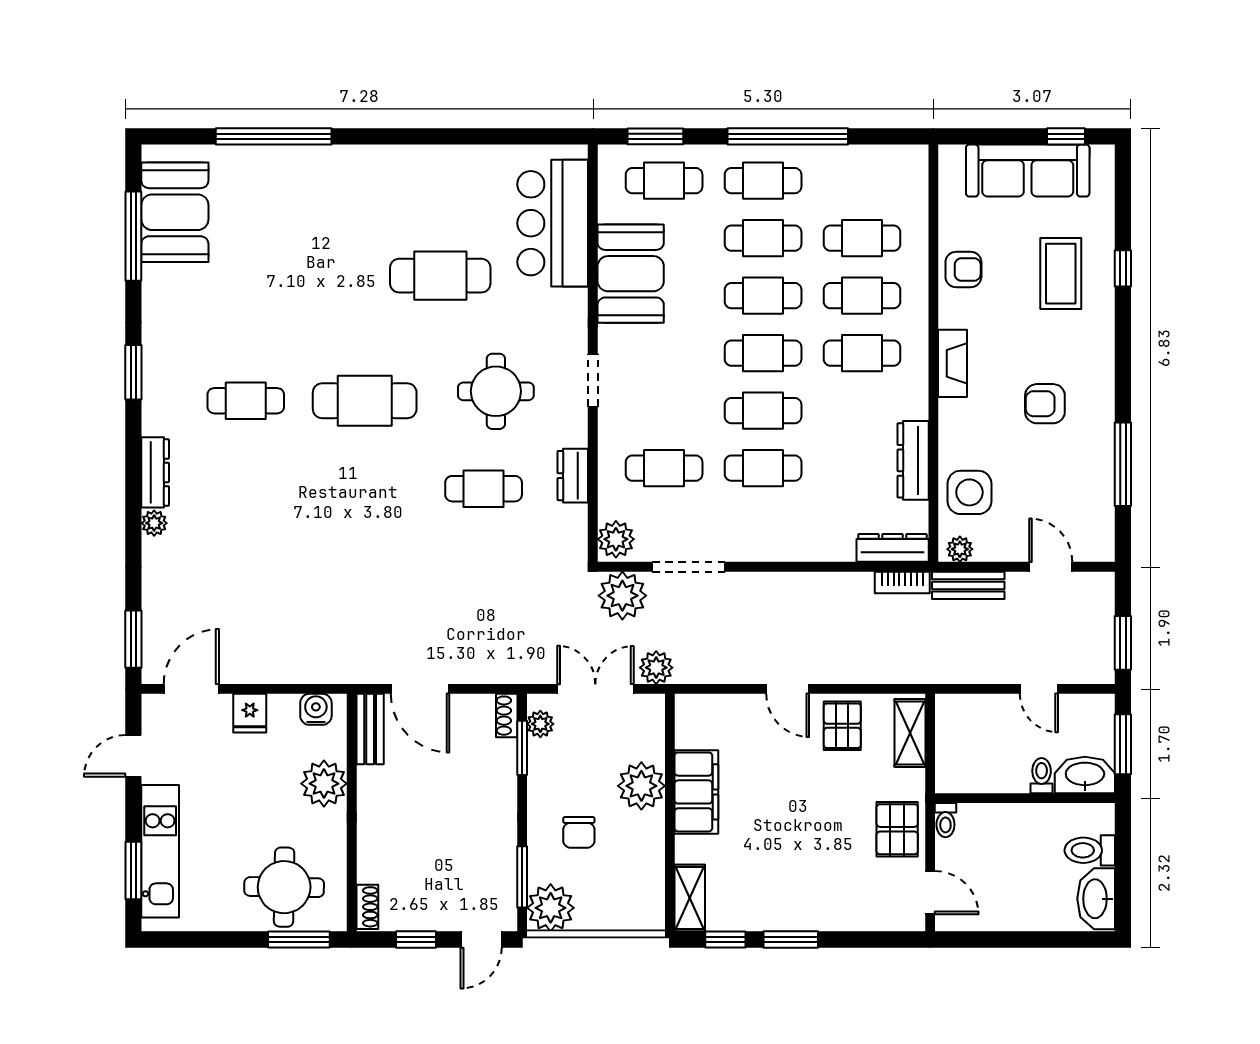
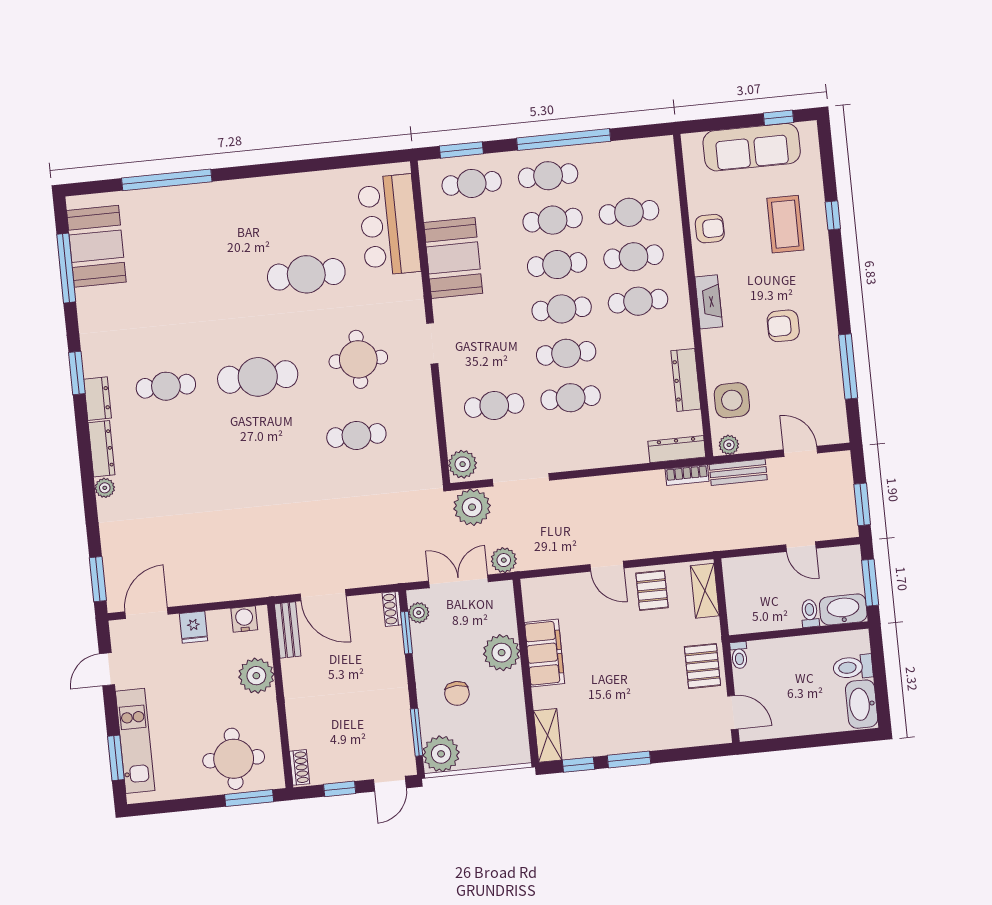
dresser: (573, 476) -> (98, 399), moved, turned 180

